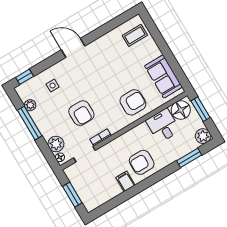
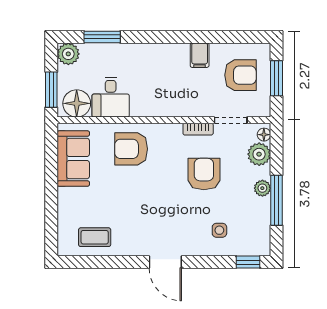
coffee table: (135, 35) -> (95, 237), moved
plant: (30, 105) -> (262, 188), moved
armchair: (142, 162) -> (241, 75), moved

